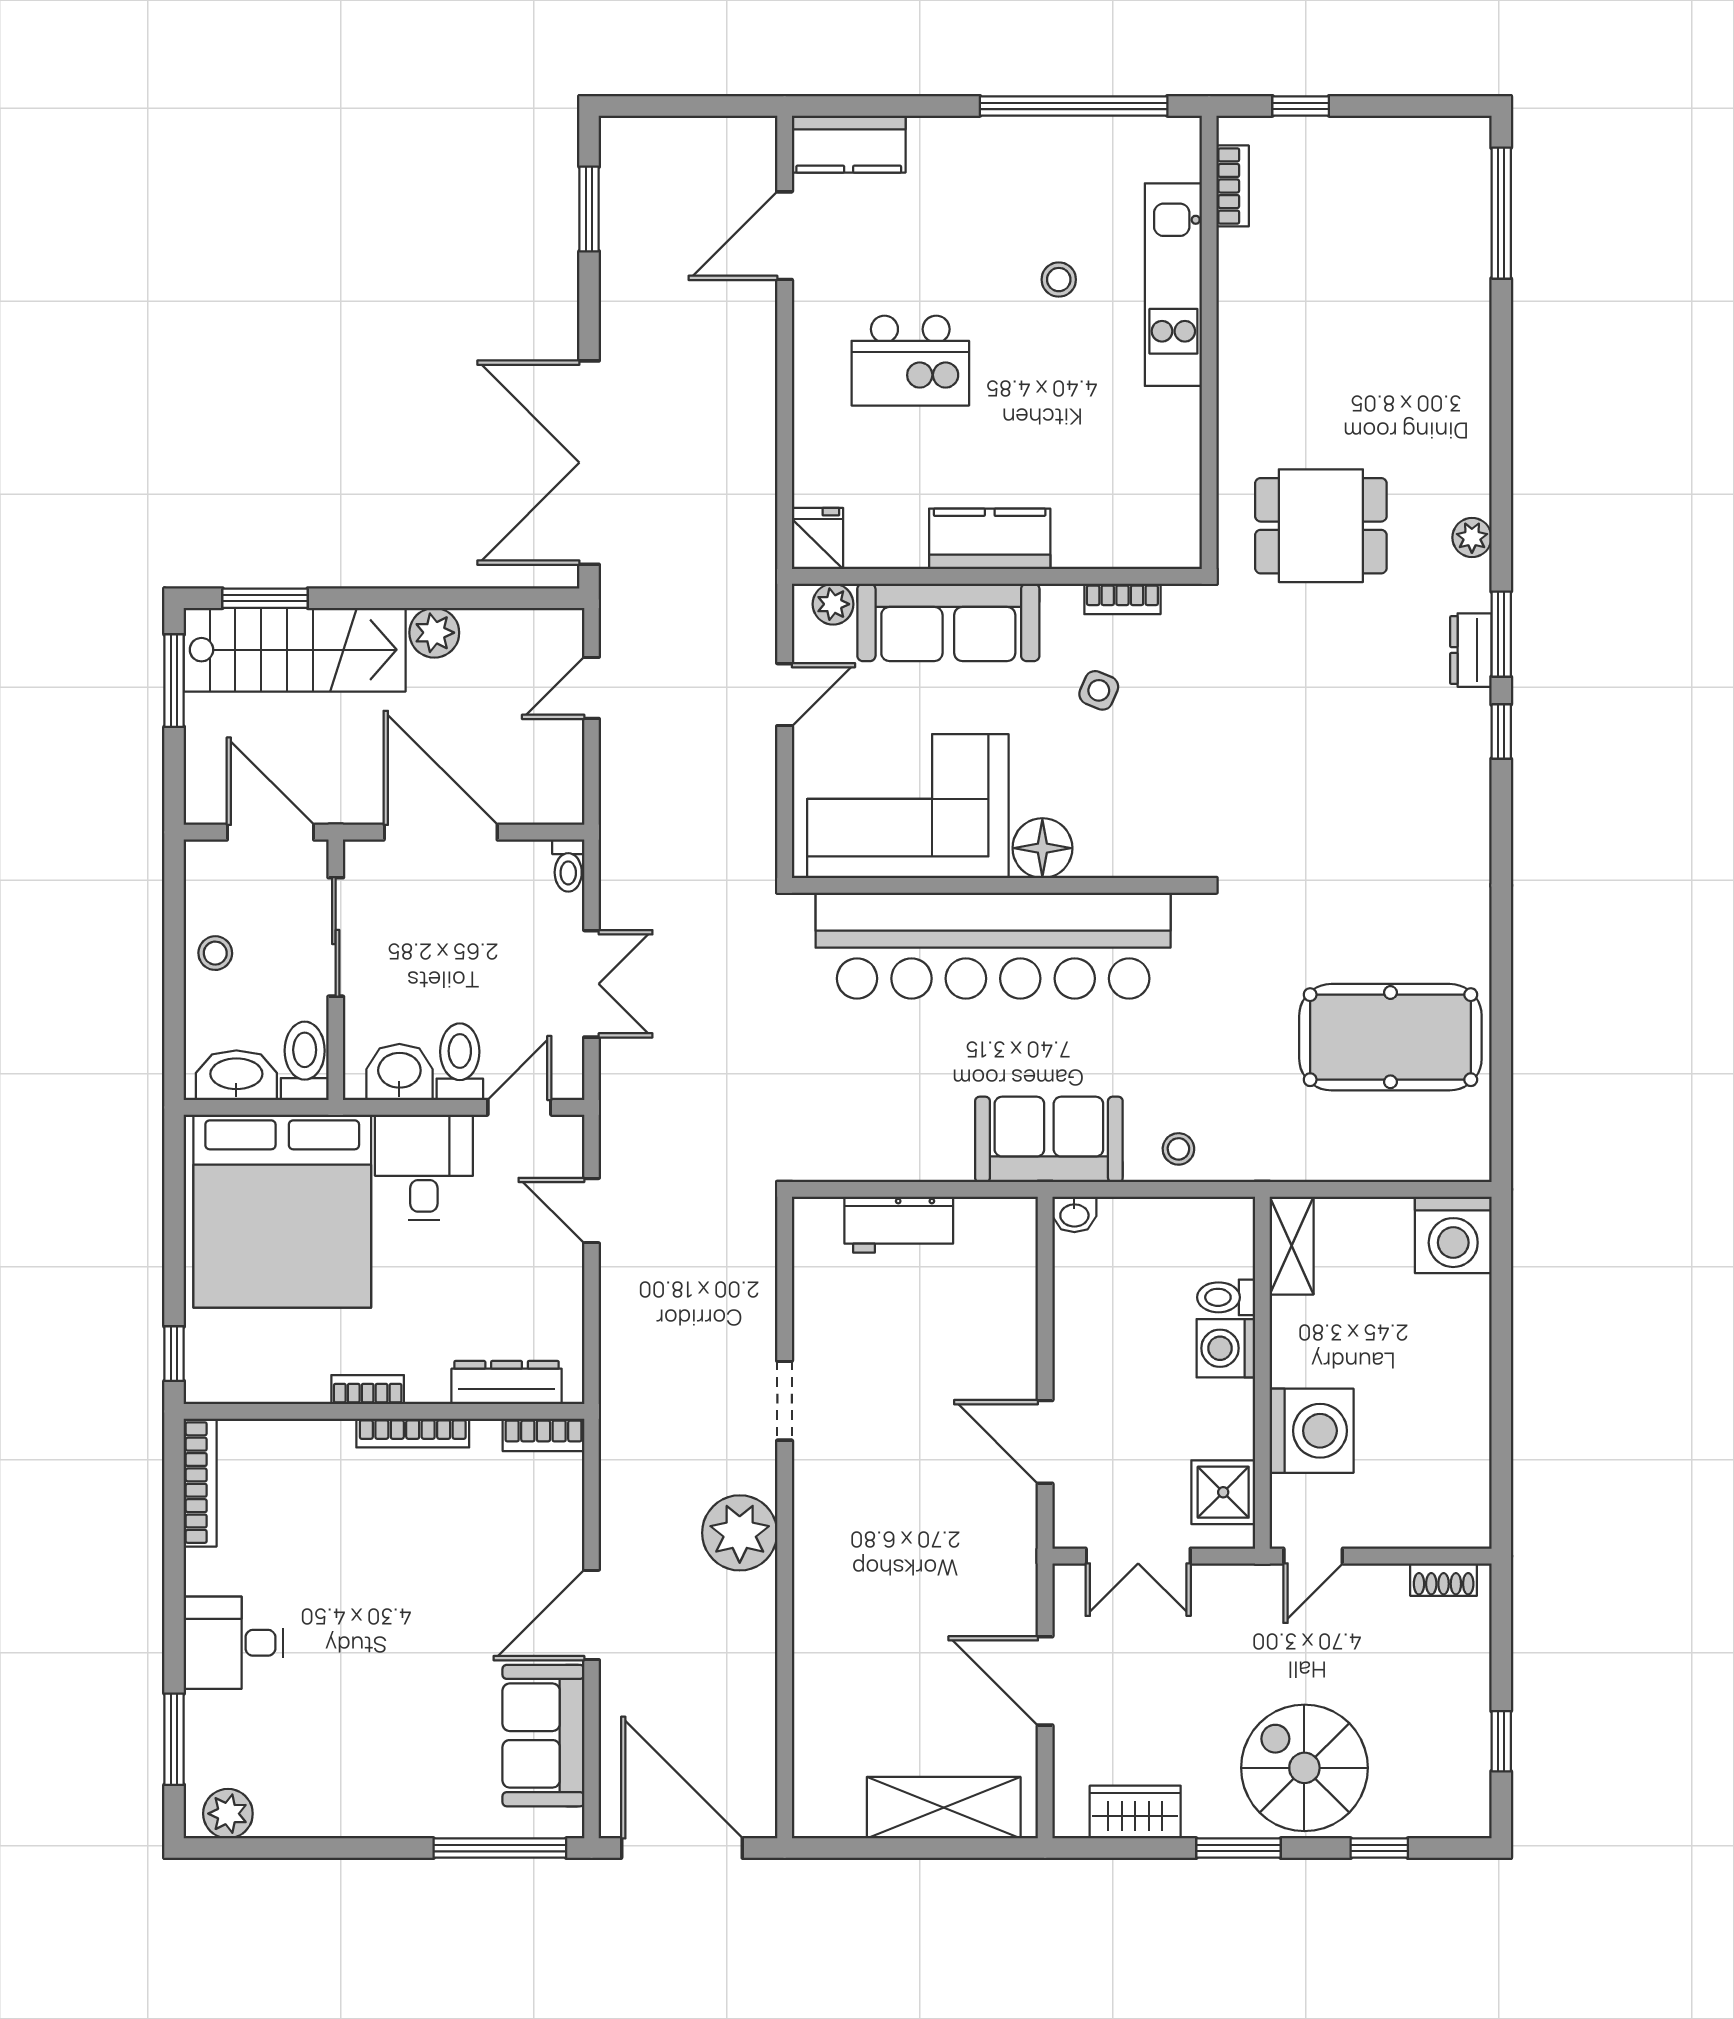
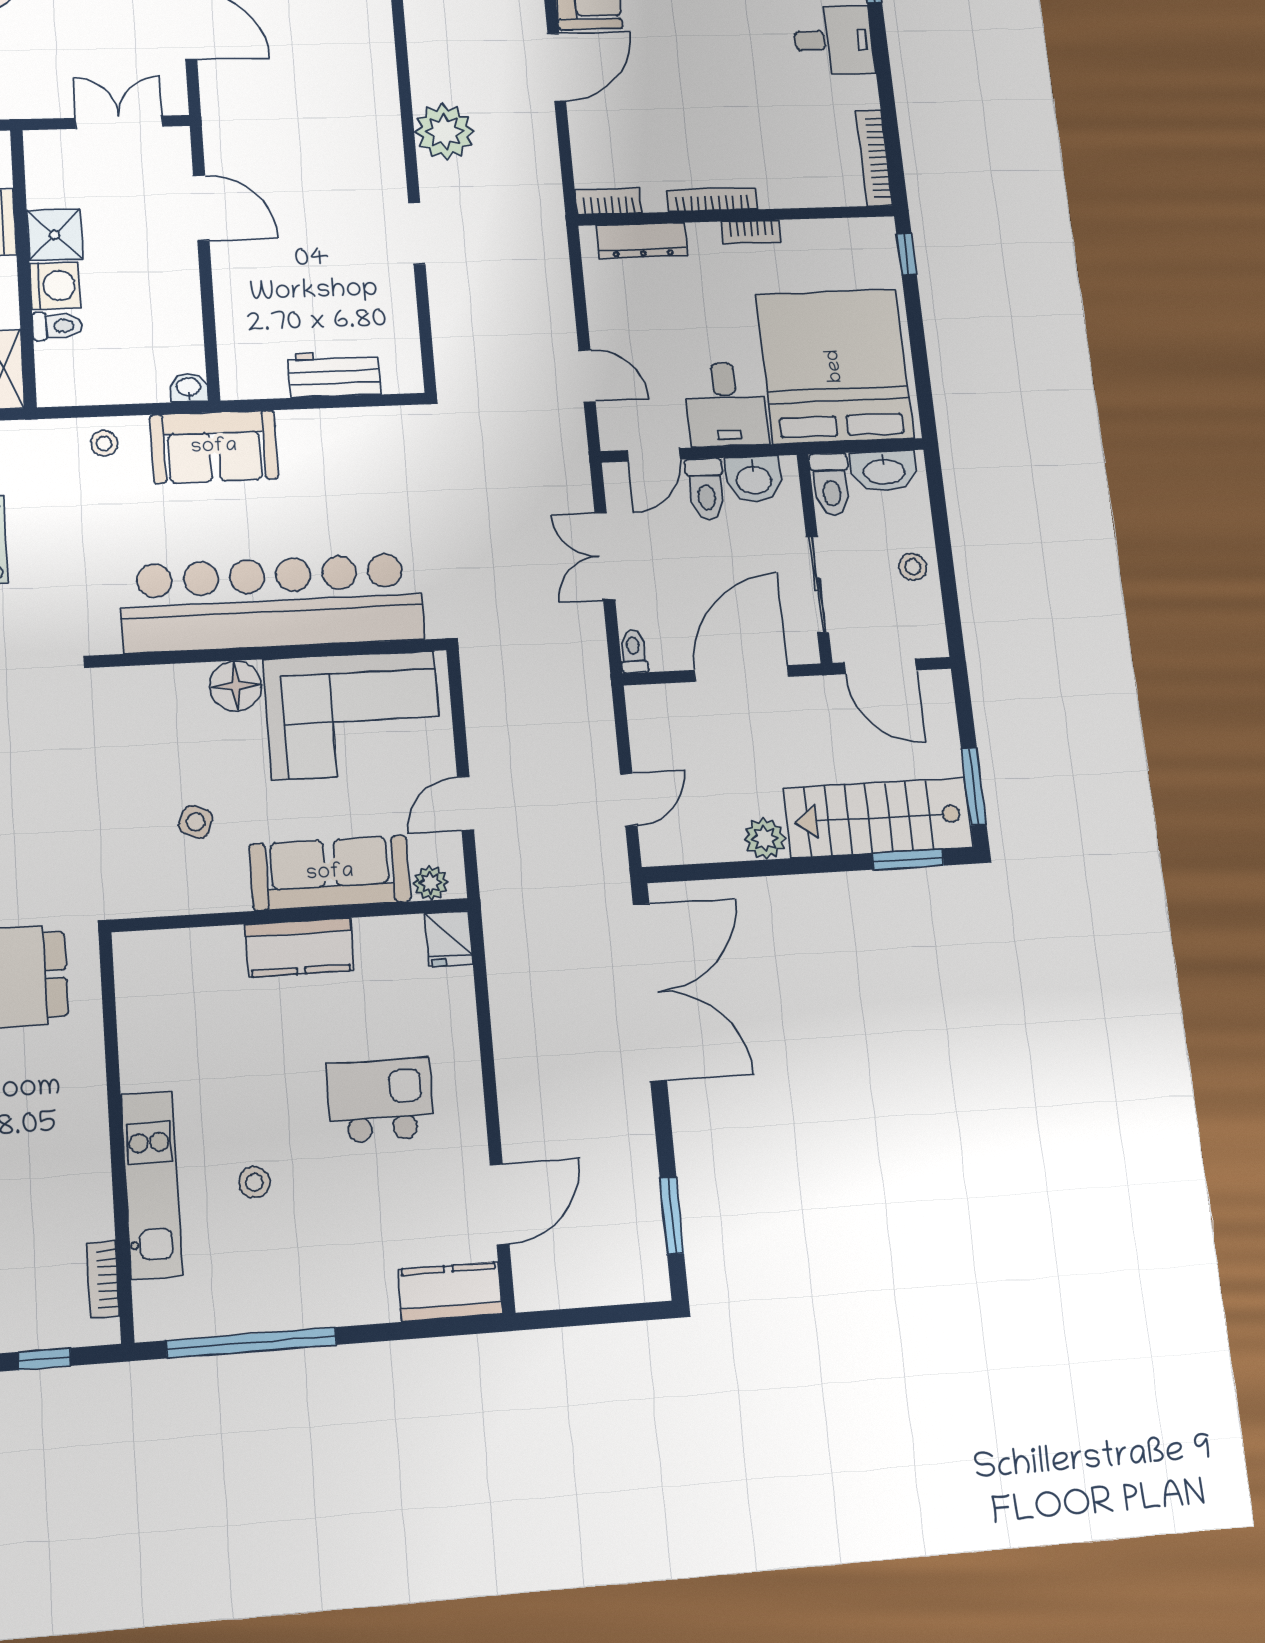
bookcase: (1122, 599) -> (180, 902), removed
door: (441, 832) -> (741, 673), swing flipped
shower: (1223, 1492) -> (55, 235), moved

